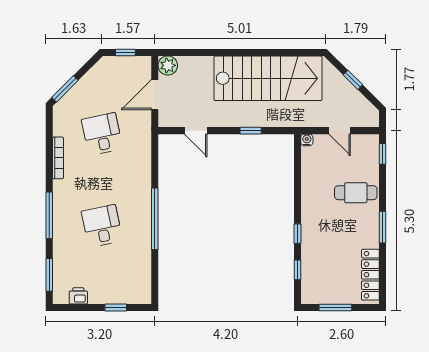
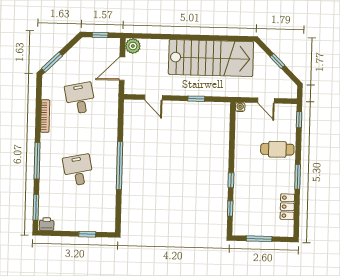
locker: (370, 275) -> (287, 207), width x0.66
printer: (78, 296) -> (47, 224), moved

